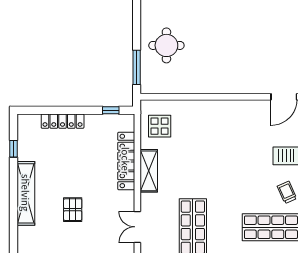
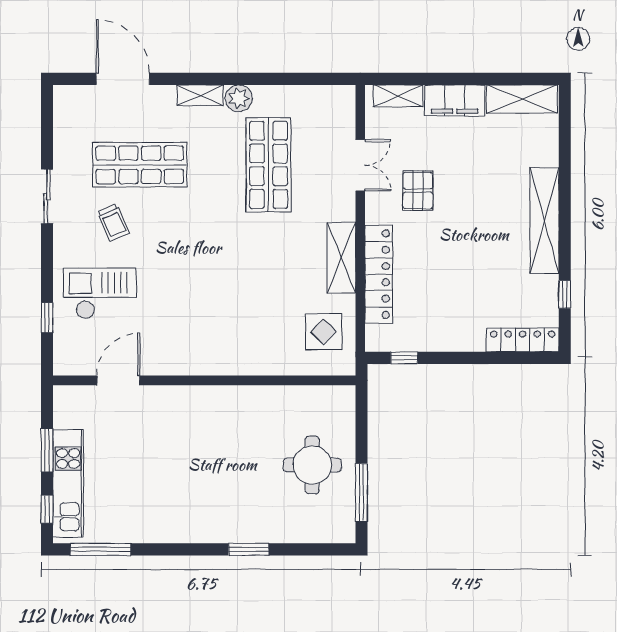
window: (137, 67) -> (361, 492), moved
locker: (63, 121) -> (523, 340), moved
pallet: (73, 210) -> (418, 191), moved

